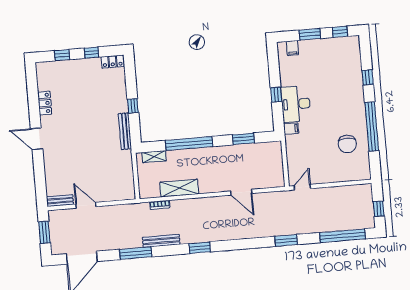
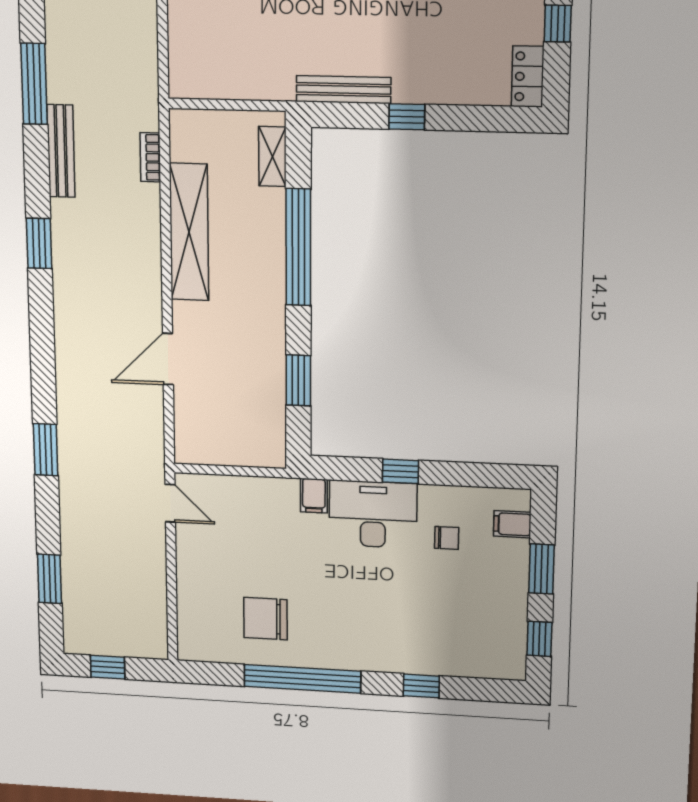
chair: (302, 73) -> (447, 538), added
shelving: (179, 188) -> (189, 232), width x1.47
window: (342, 236) -> (50, 579), width x0.47

